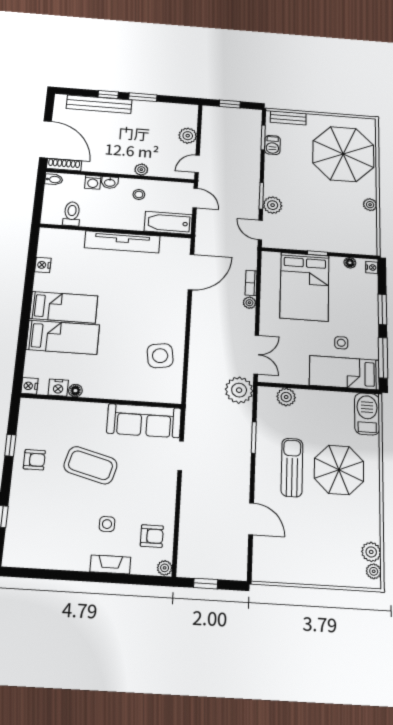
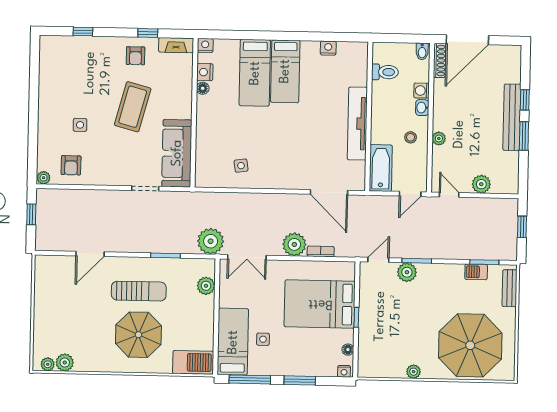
bench: (99, 104) -> (512, 117), moved
plant: (249, 303) -> (294, 244), width x1.87, depth x1.87
side table: (160, 356) -> (241, 166), width x0.54, depth x0.54
fireplace: (110, 564) -> (176, 45), moved, turned 90

